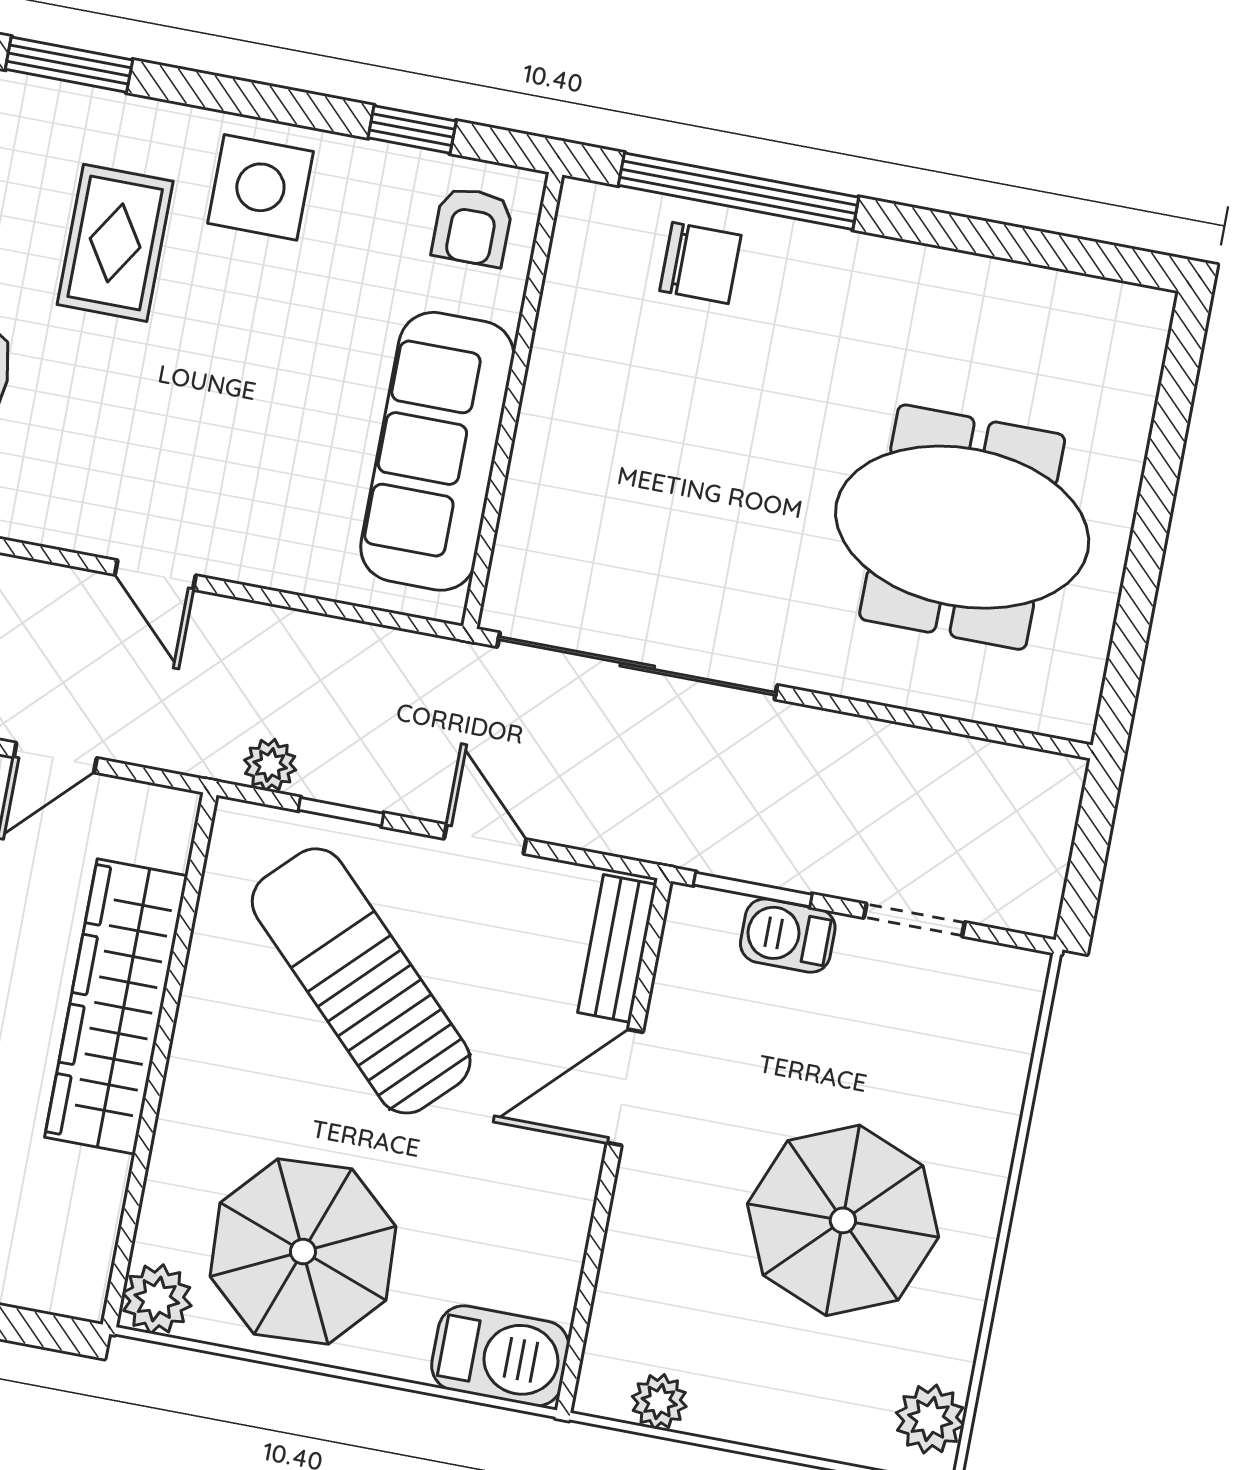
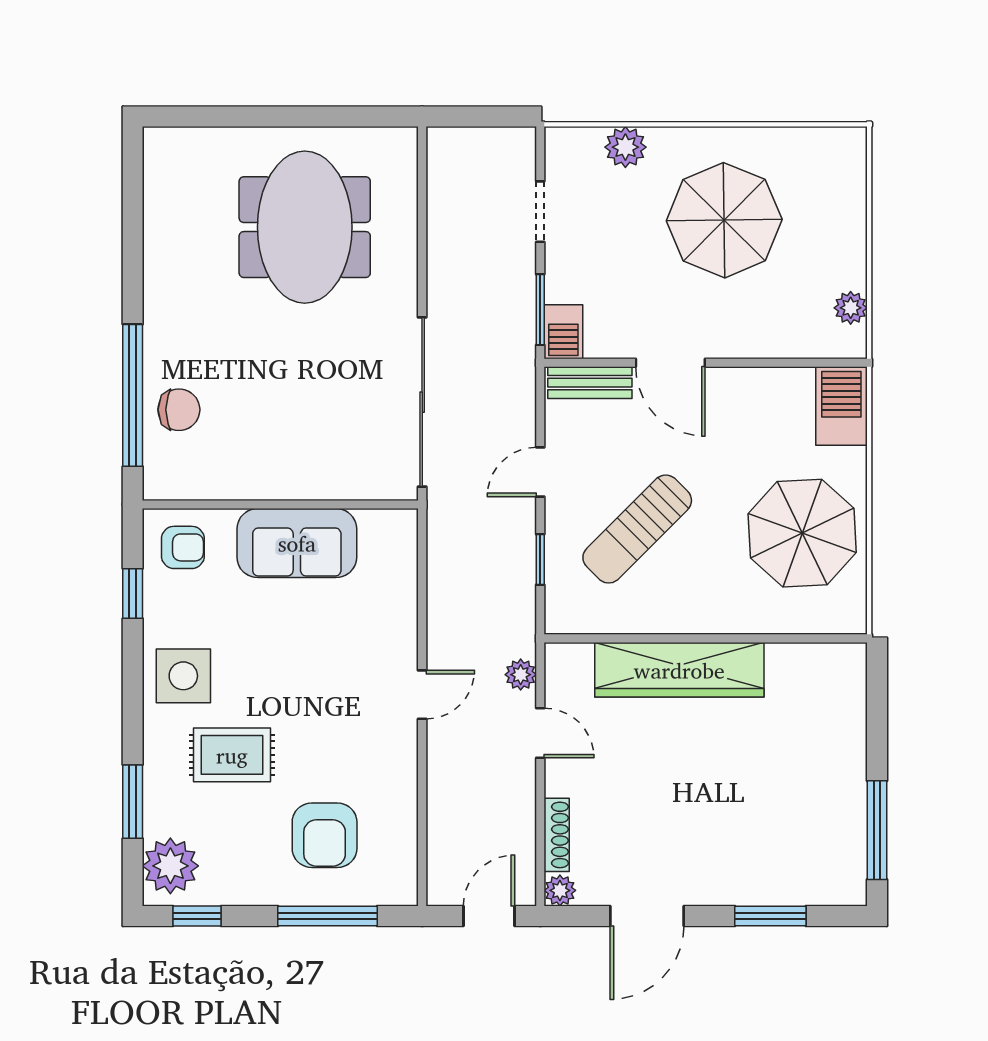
chair: (700, 263) -> (179, 410), turned 90
sofa: (437, 451) -> (297, 543), width x0.73
plant: (270, 765) -> (521, 675), moved
barbecue: (788, 936) -> (563, 332), moved
sun lounger: (361, 981) -> (637, 529), width x0.73, depth x0.75
plant: (157, 1299) -> (846, 614), removed
plant: (930, 1419) -> (625, 147), moved

